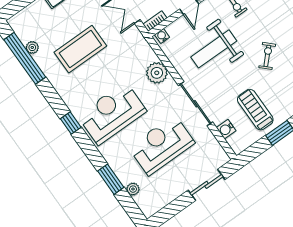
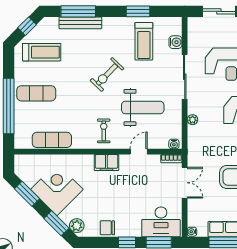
exercise bike: (267, 56) -> (107, 74), width x1.38, depth x1.39
plant: (157, 73) -> (193, 120), width x0.53, depth x0.53

